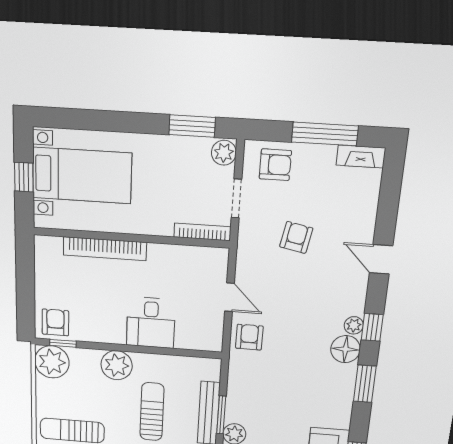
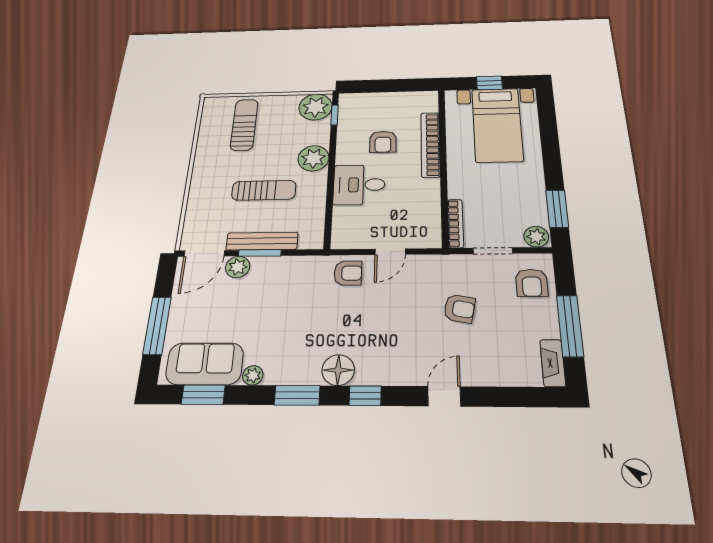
armchair: (55, 322) -> (383, 142), moved, turned 90
plant: (354, 325) -> (253, 375), moved

